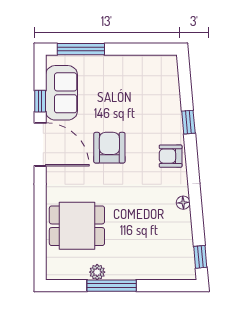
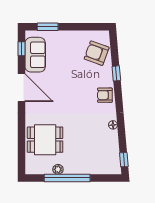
window: (81, 49) -> (48, 27), width x0.69
window: (40, 101) -> (22, 49), moved
armchair: (109, 148) -> (97, 53), moved, turned -70
window: (112, 286) -> (67, 178), width x1.46

